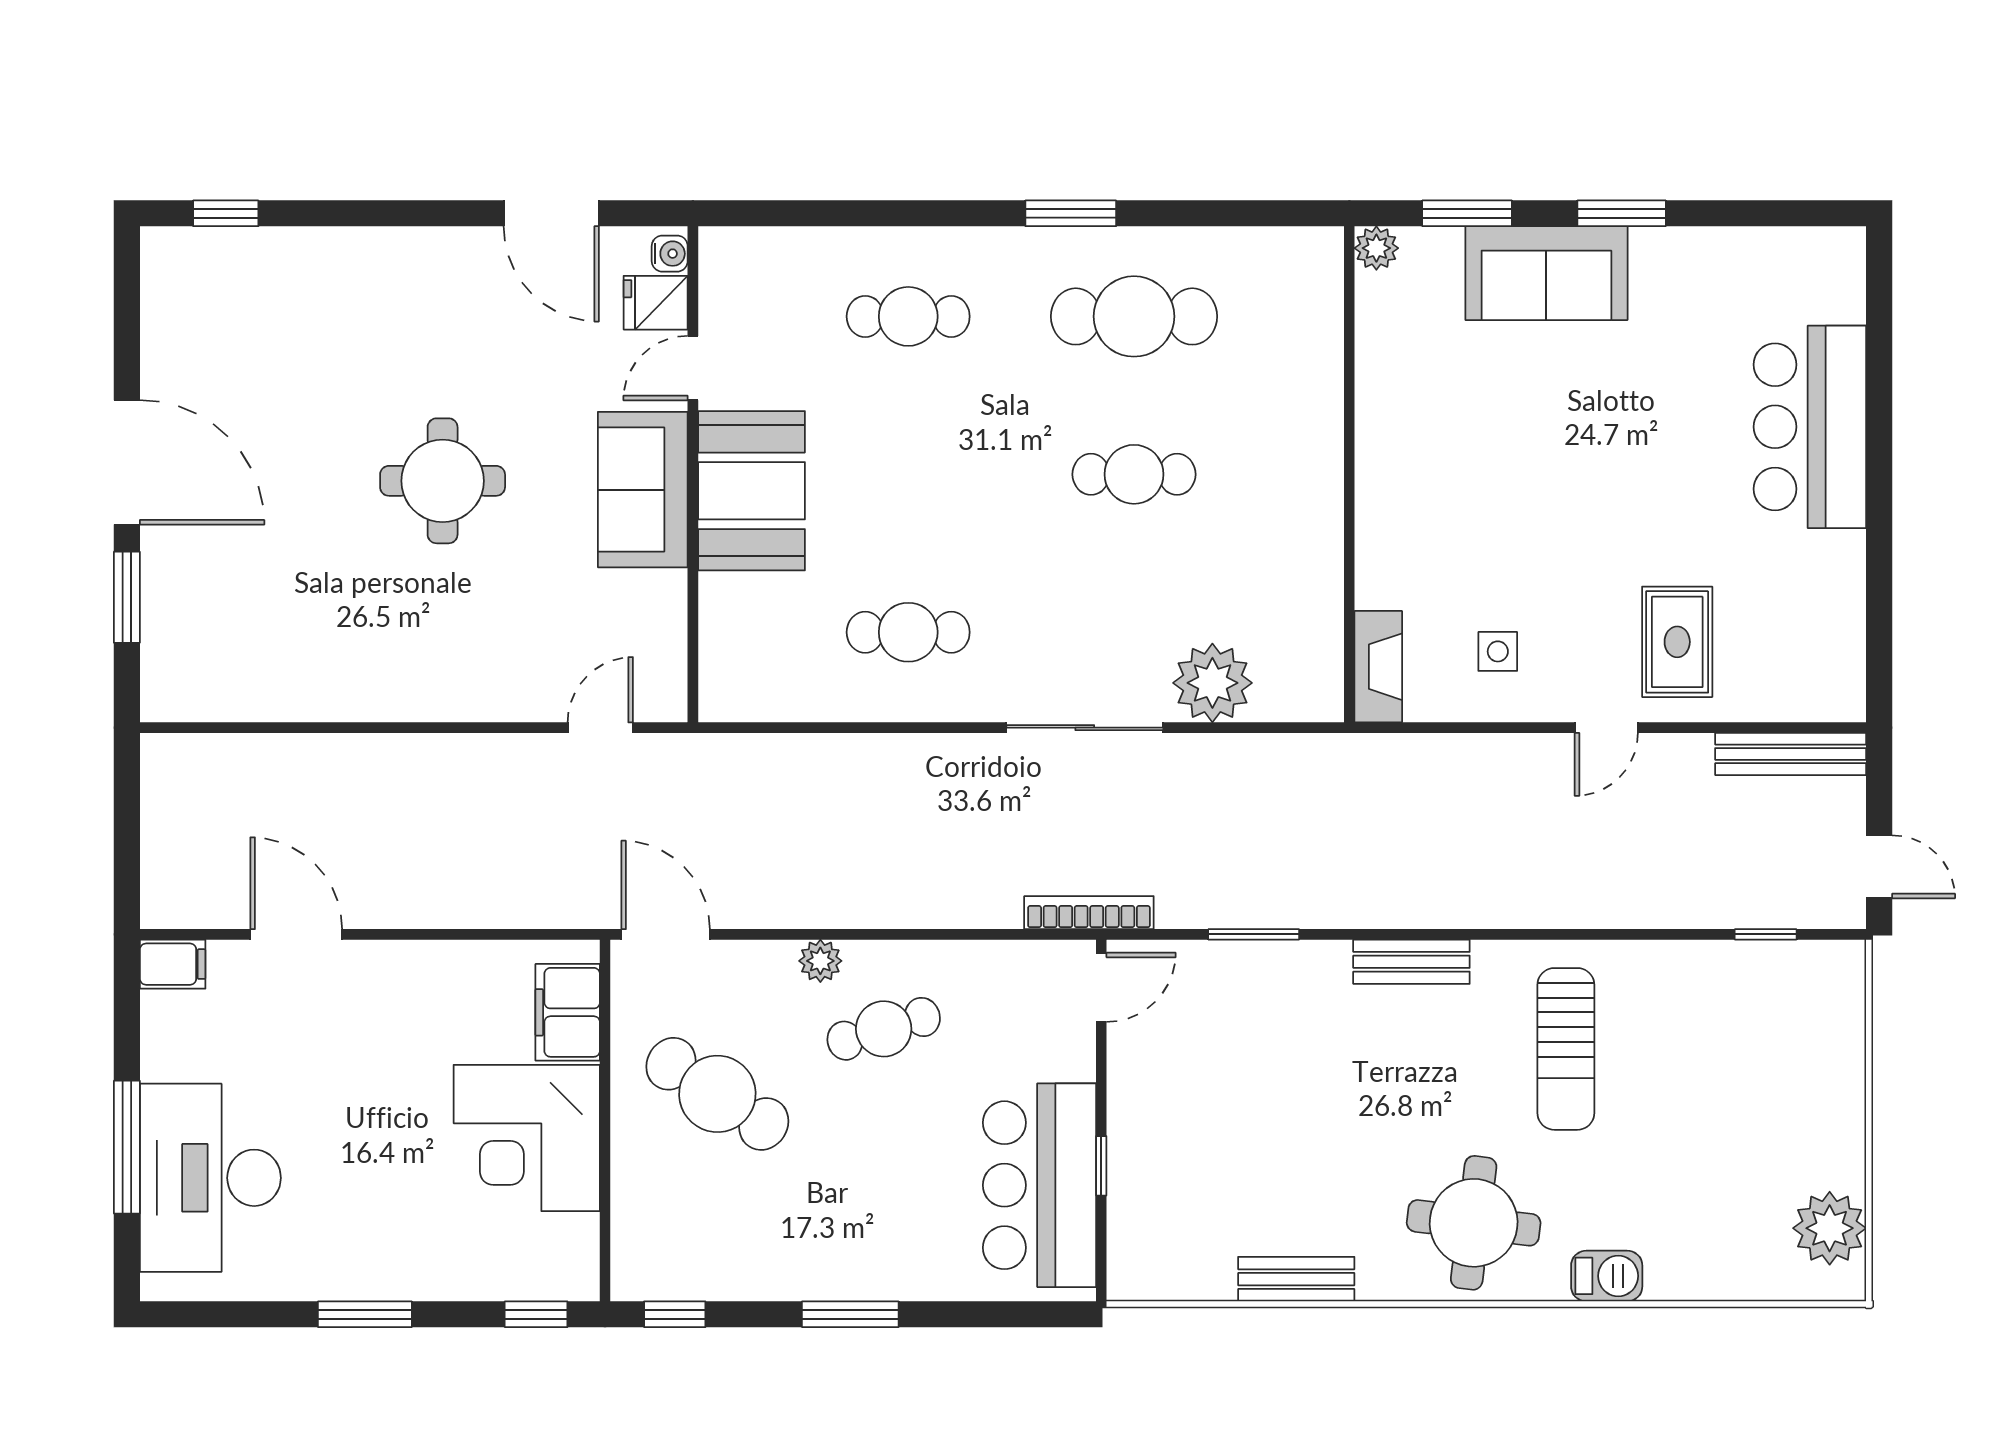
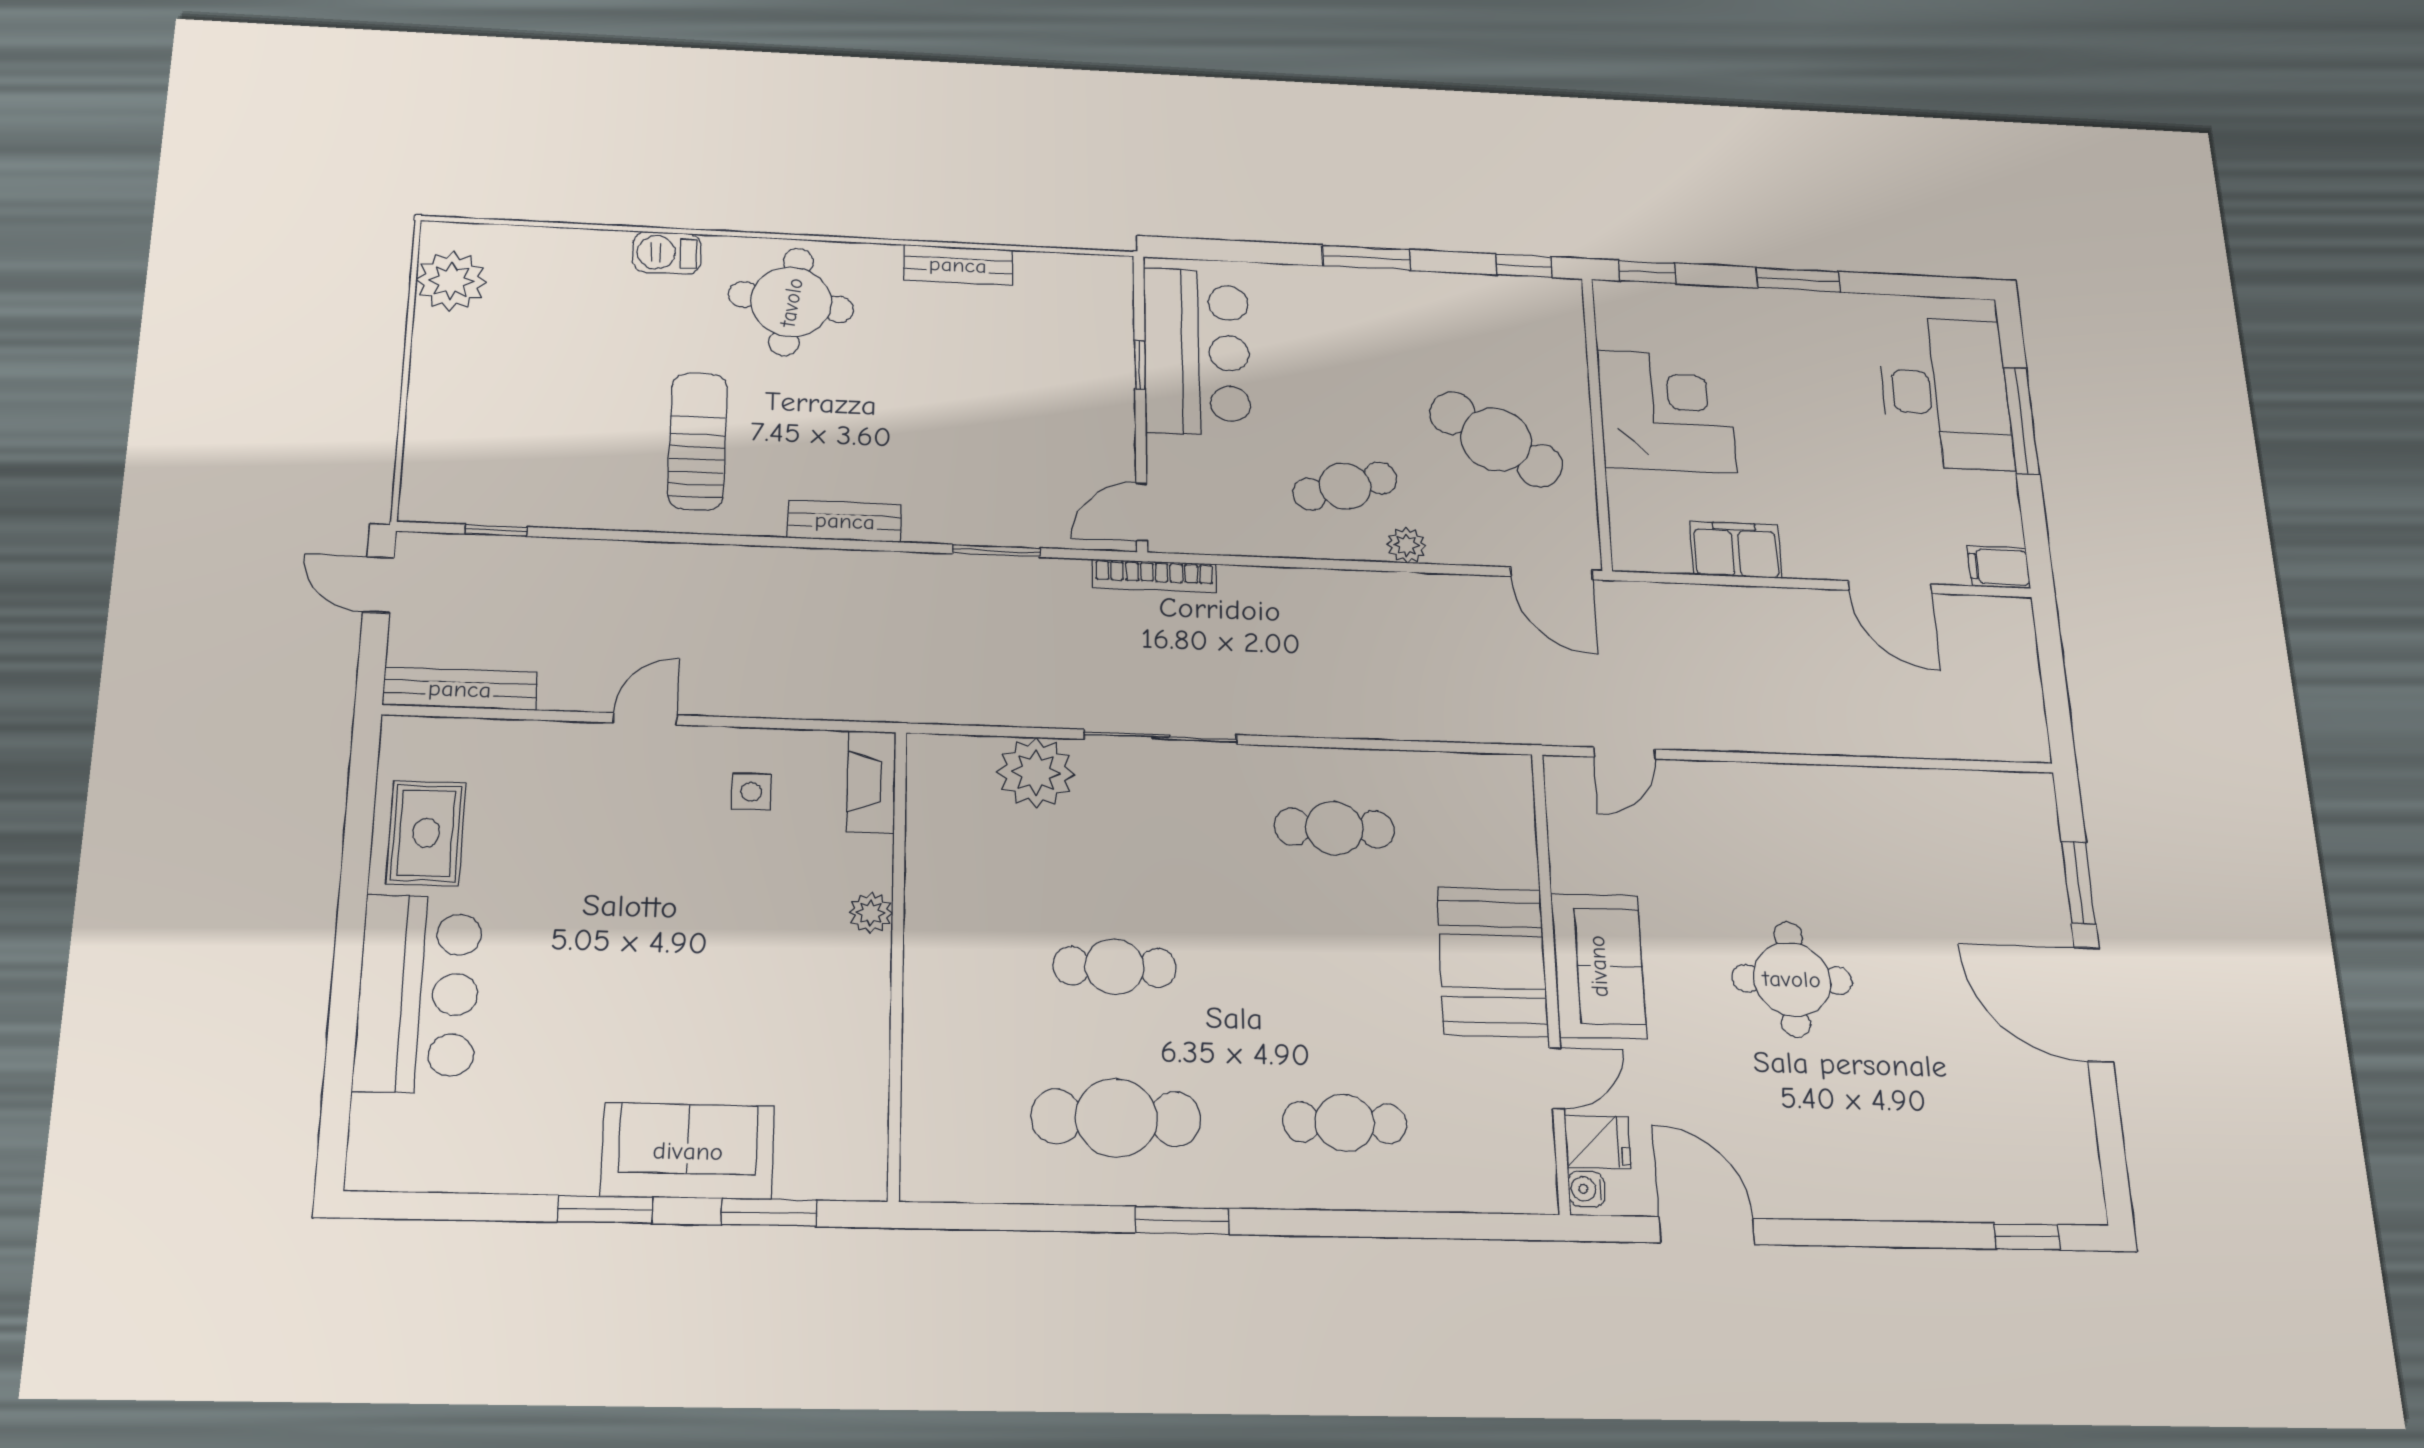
plant: (1376, 248) -> (871, 913), moved
rug: (1677, 642) -> (426, 833), moved
filing cabinet: (568, 1012) -> (1736, 550), moved, turned -90

